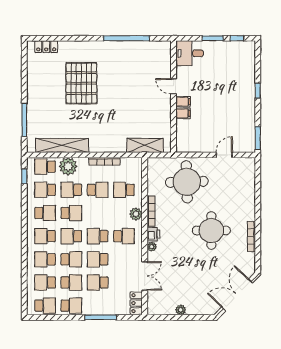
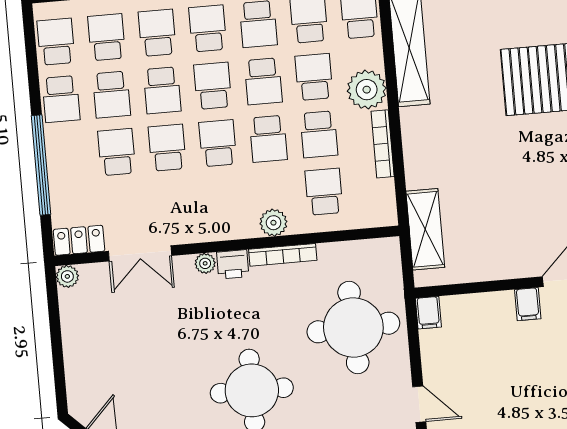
filing cabinet: (183, 113) -> (428, 313), moved
plant: (68, 166) -> (367, 90), moved
school desk: (124, 236) -> (268, 139), moved
school desk: (45, 306) -> (56, 42), turned 180
plant: (181, 310) -> (67, 276), moved
window: (101, 317) -> (41, 165), width x1.46

